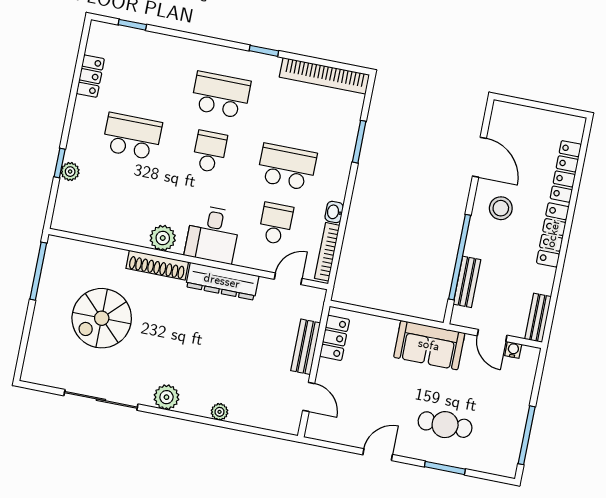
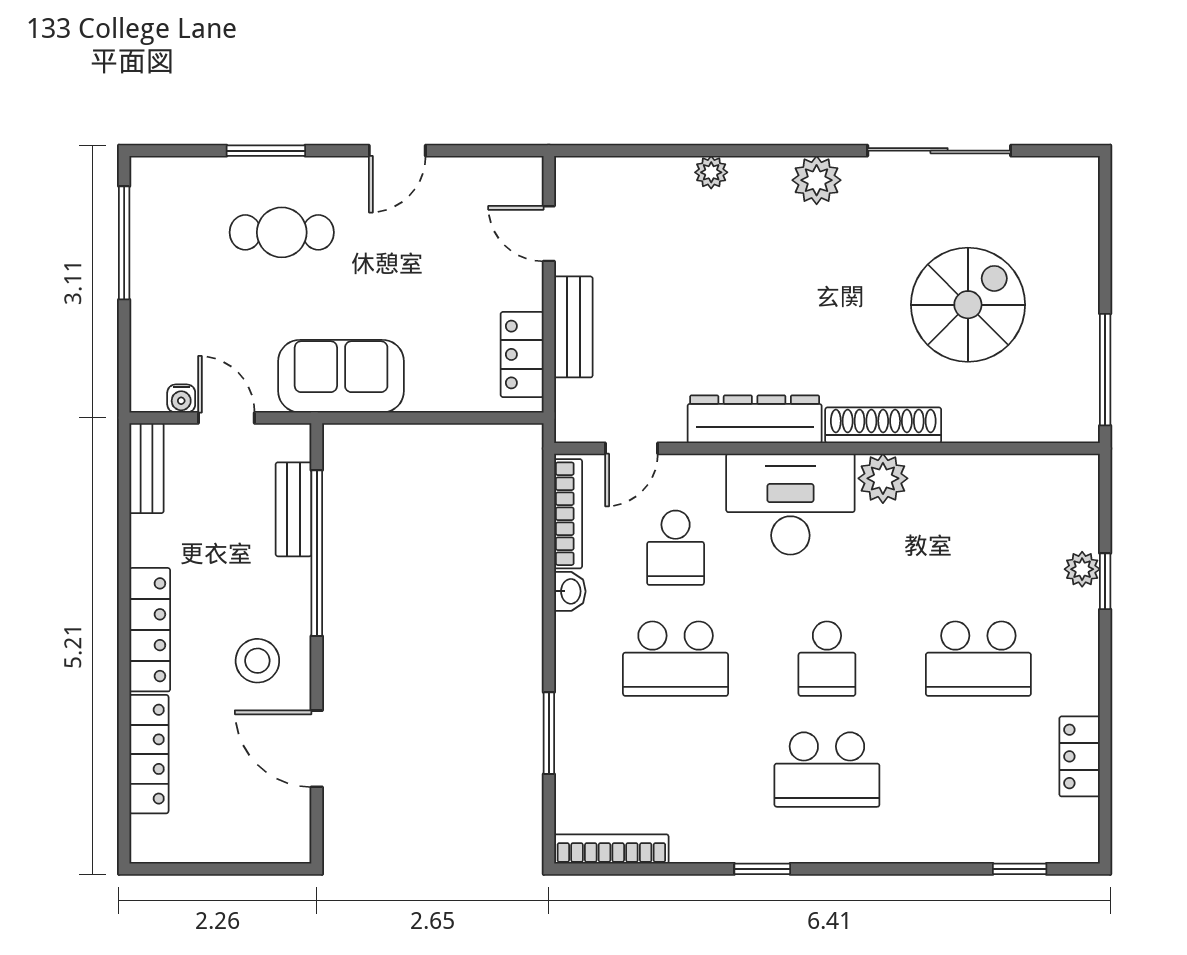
bookcase: (324, 76) -> (611, 849), width x0.68, depth x0.76
desk: (213, 234) -> (790, 504), width x1.37

